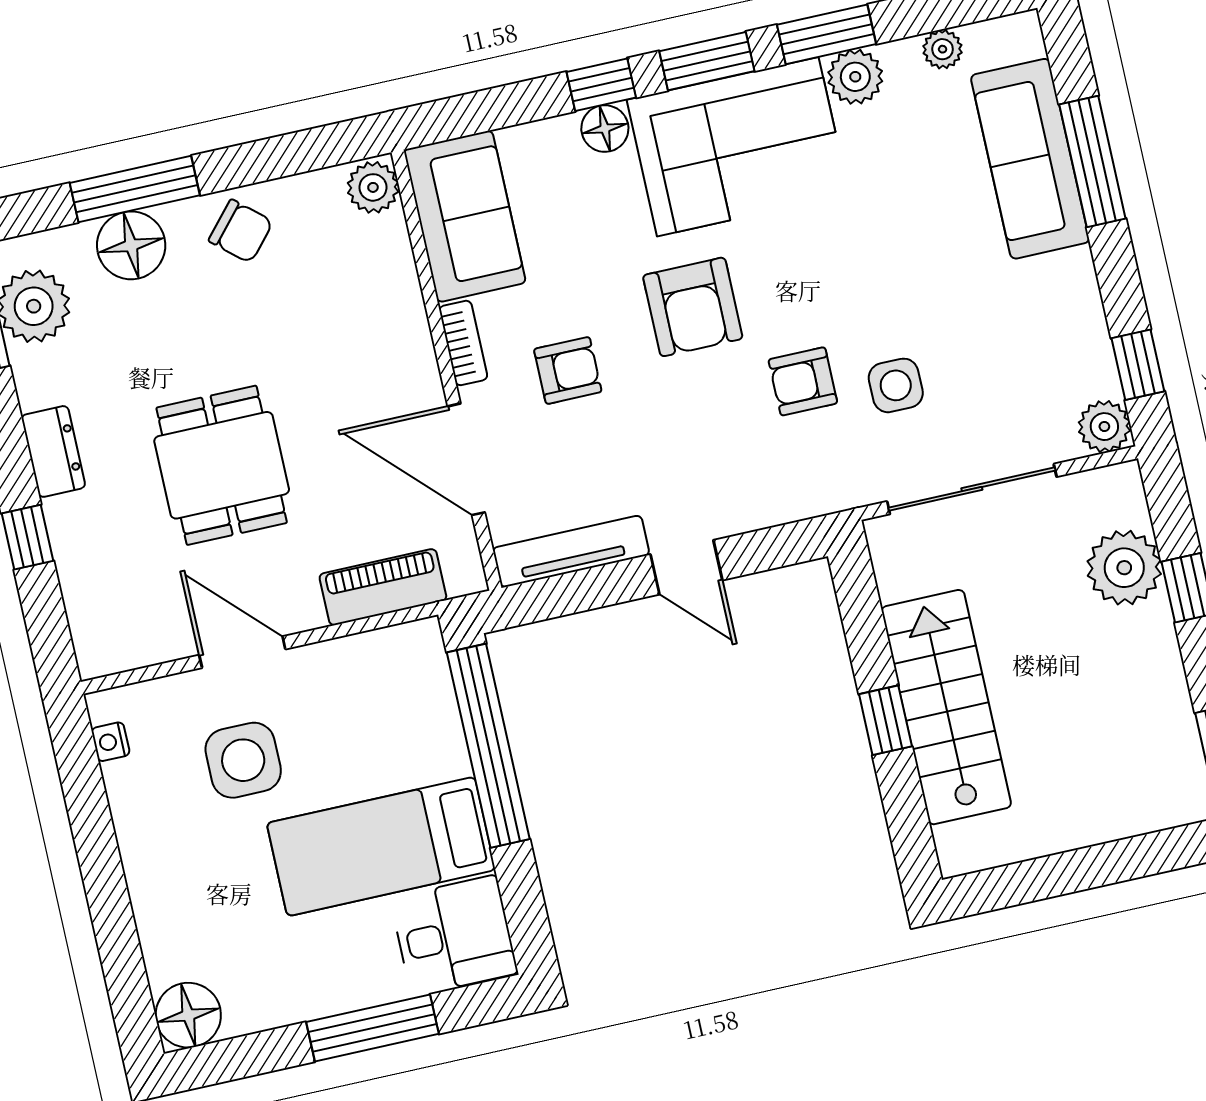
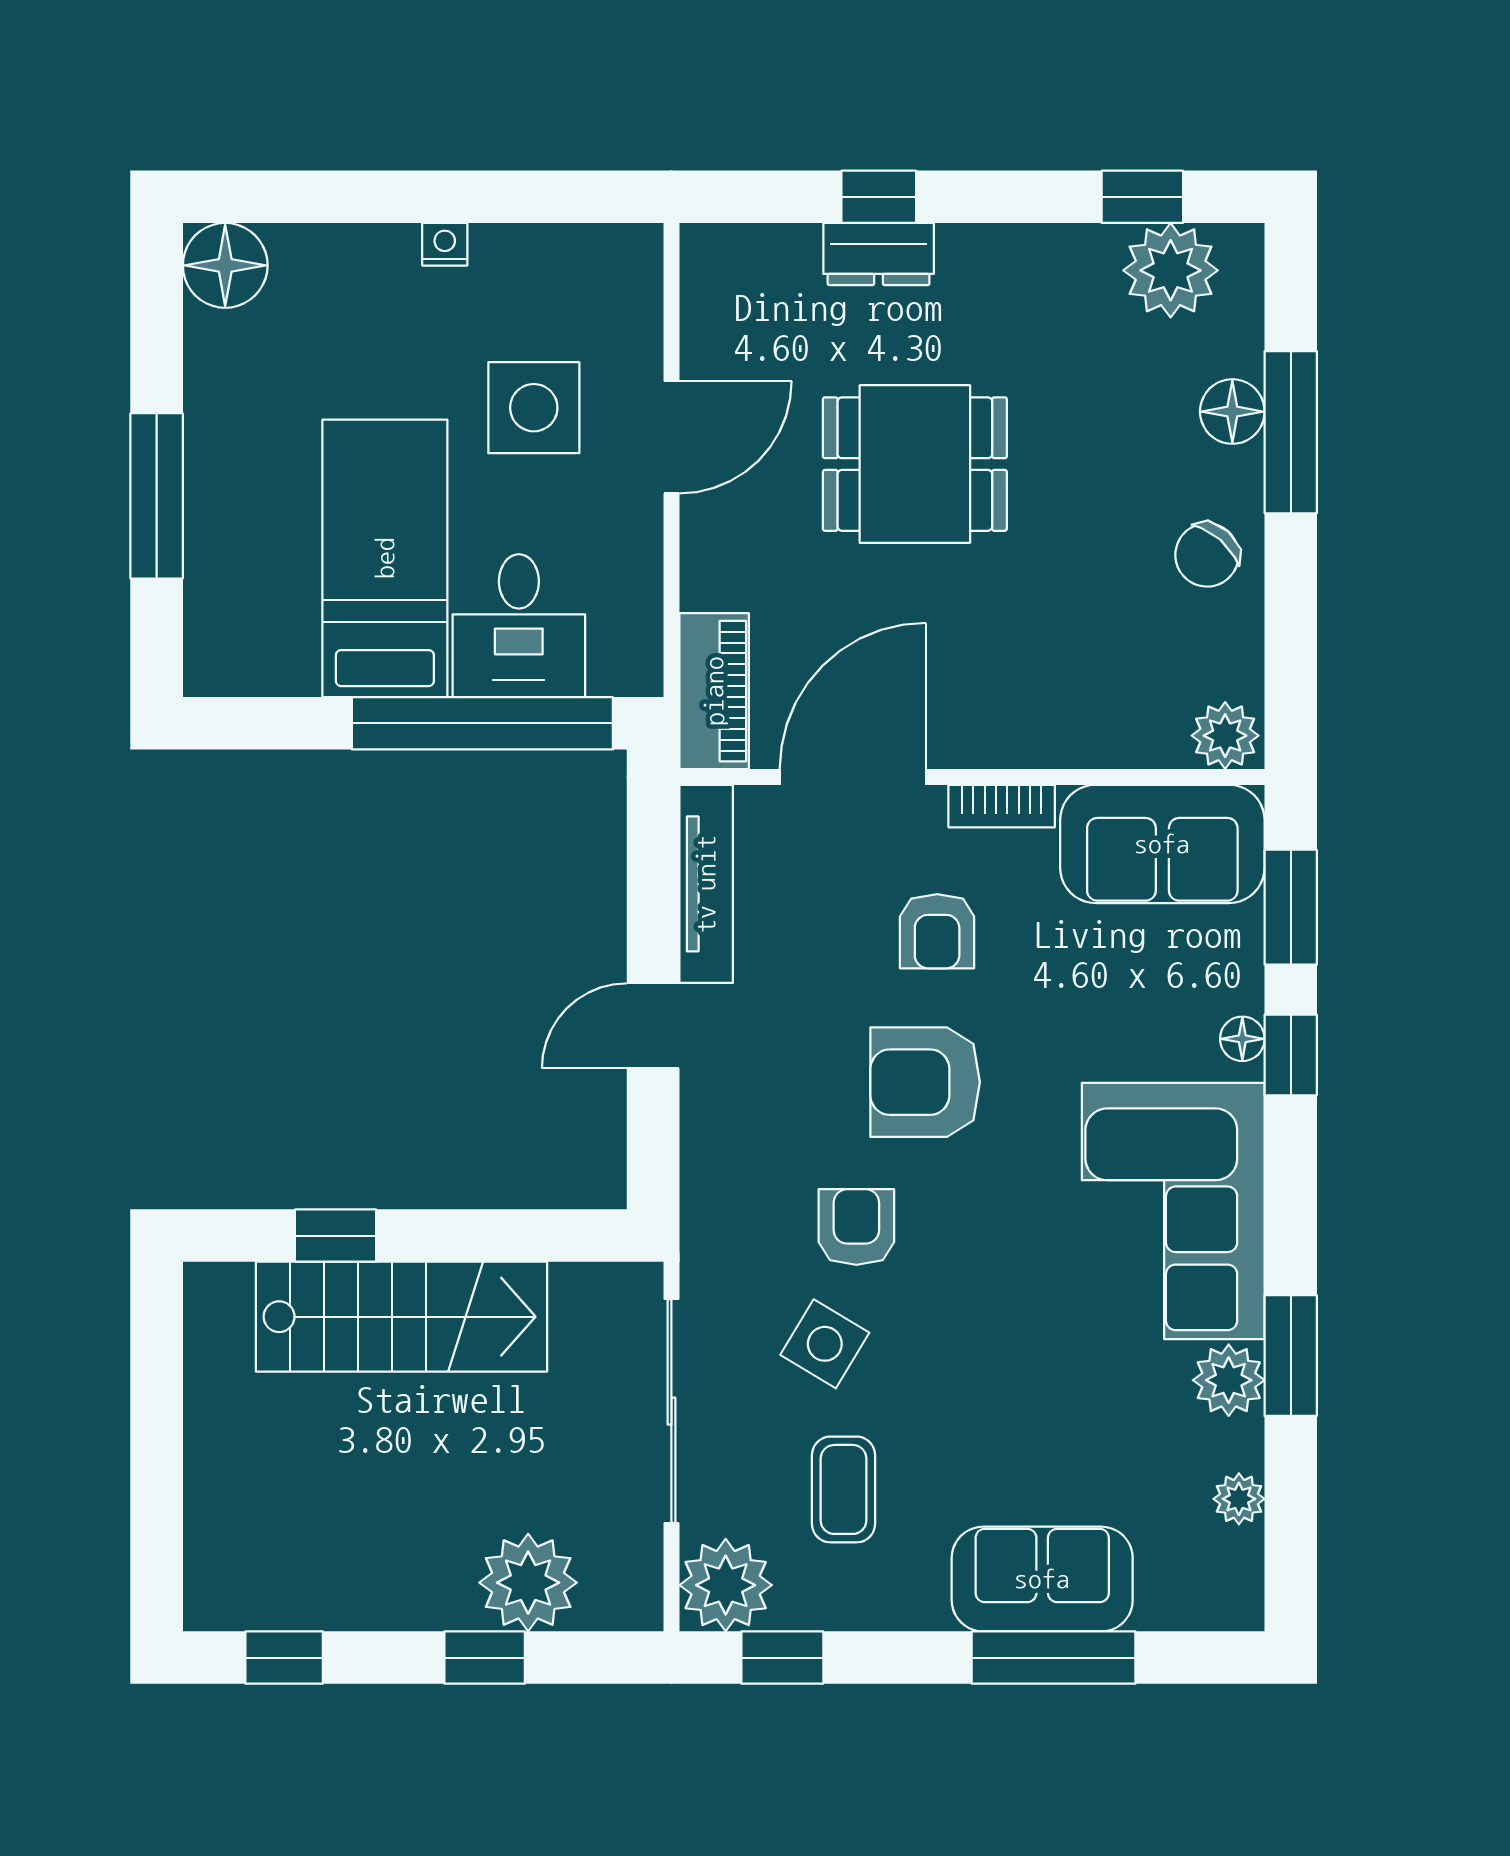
window: (707, 61) -> (1291, 907), moved
floor lamp: (605, 129) -> (1242, 1039), width x0.73, depth x0.73
sofa: (1030, 159) -> (1042, 1579), width x0.73
floor lamp: (131, 245) -> (1232, 412), width x0.73, depth x0.73
armchair: (693, 307) -> (925, 1082), moved
coffee table: (1002, 347) -> (844, 1489), added
side table: (896, 385) -> (825, 1344), turned 31
plant: (1104, 427) -> (726, 1585), width x1.36, depth x1.36
dresser: (53, 451) -> (879, 254), moved
piano: (383, 587) -> (714, 691), moved
window: (885, 720) -> (336, 1236), moved
nightstand: (111, 742) -> (445, 244), moved
desk: (454, 936) -> (519, 626), moved

